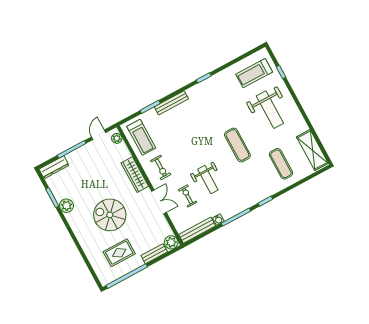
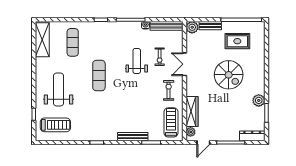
wardrobe: (135, 175) -> (192, 111), moved

